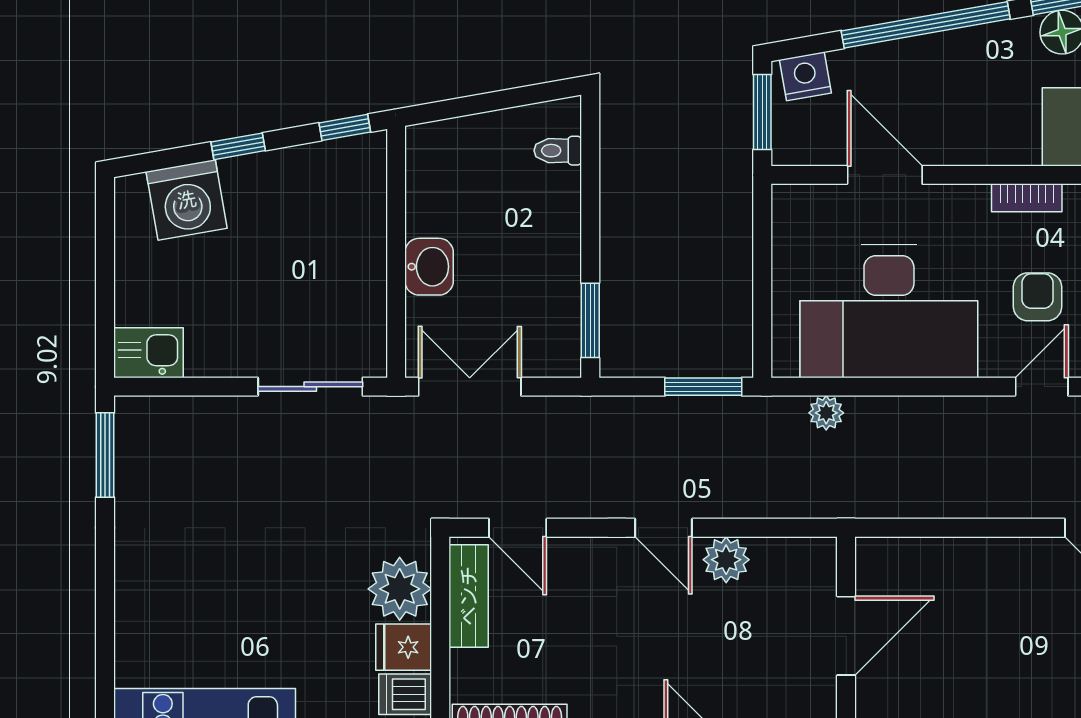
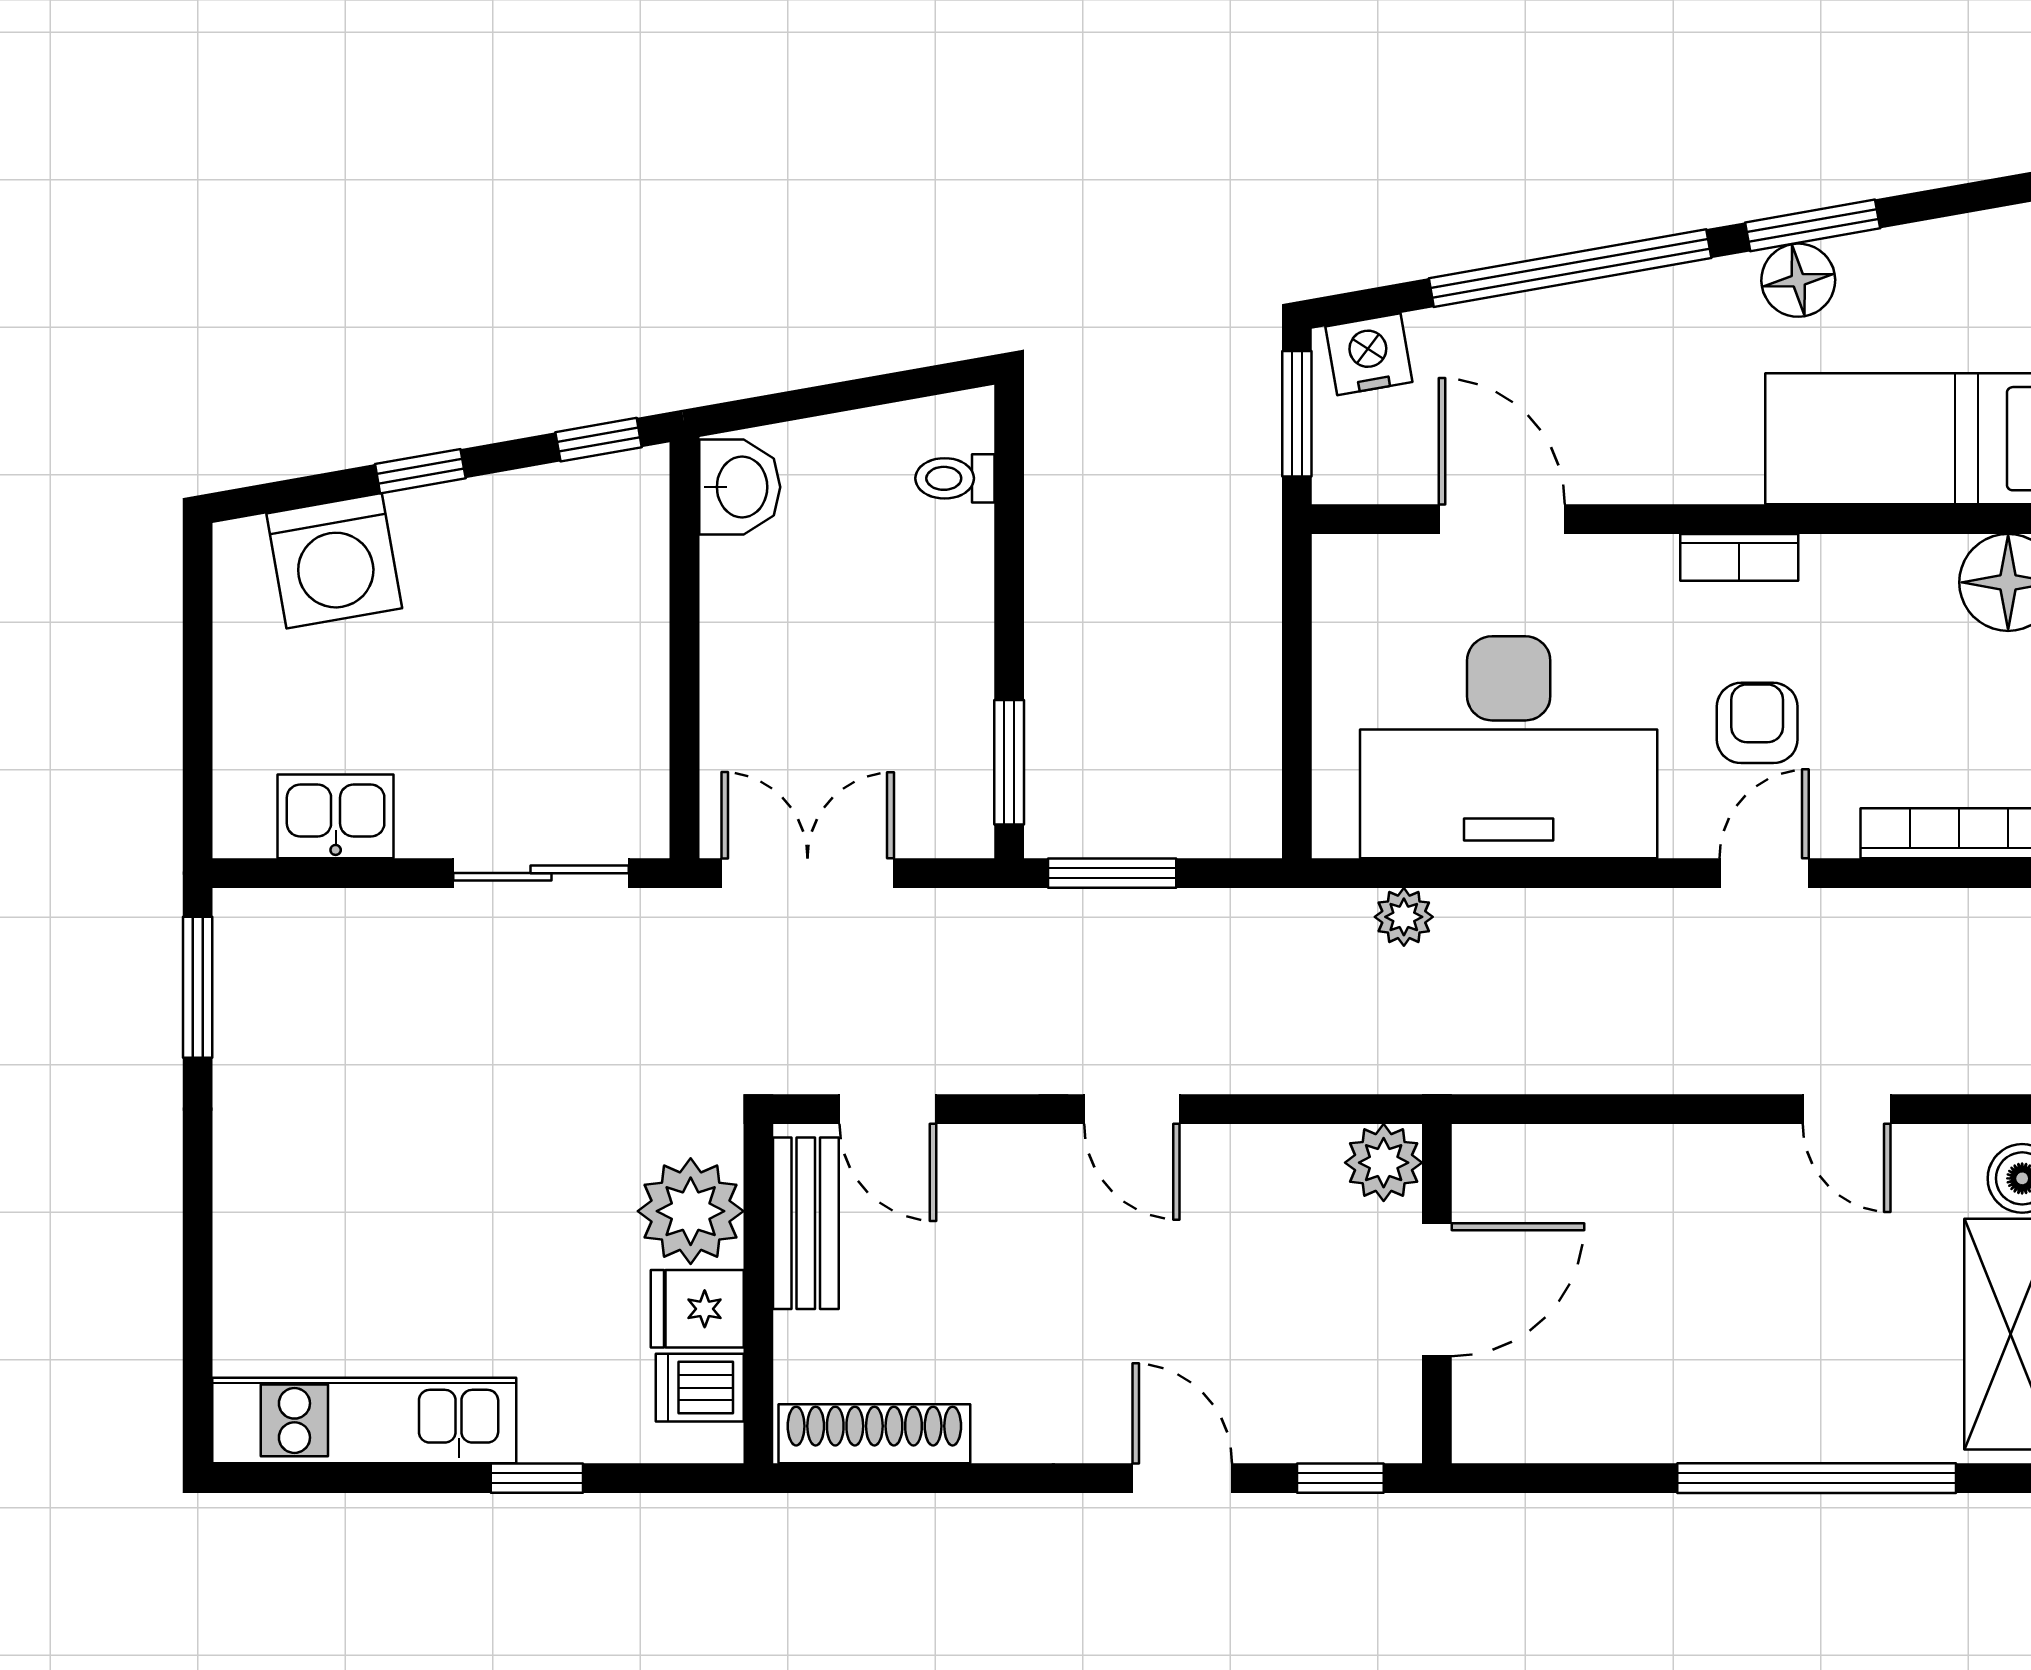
washbasin: (429, 267) -> (740, 487), moved
kitchen sink: (148, 353) -> (336, 816), moved
window: (703, 387) -> (1112, 873), moved
plant: (726, 560) -> (1384, 1163), moved

